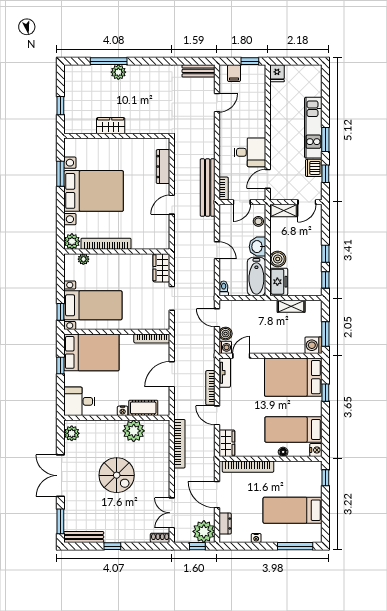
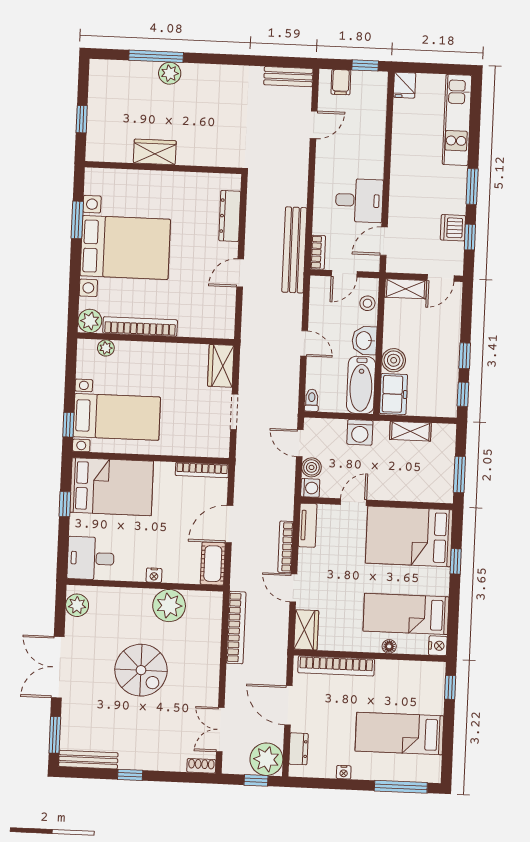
kitchen unit: (313, 128) -> (457, 120), moved
washing machine: (313, 345) -> (360, 432), moved, turned -90
door: (241, 356) -> (353, 502), moved
cot: (143, 408) -> (213, 564), moved, turned 90

